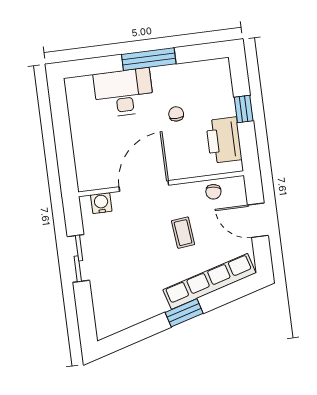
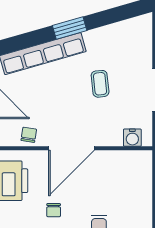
door: (144, 186) -> (71, 148), moved
coffee table: (183, 233) -> (100, 84), moved

